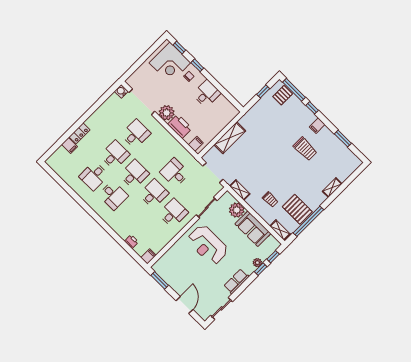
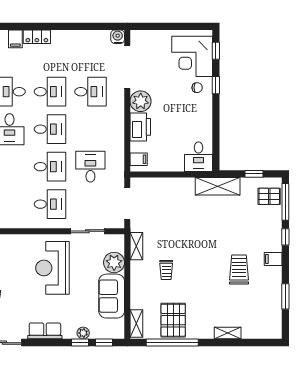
desk: (207, 94) -> (199, 157), moved, turned 90
shelving: (230, 138) -> (218, 186), moved
trolley: (305, 149) -> (239, 270), turned 180
trolley: (270, 200) -> (166, 270), moved

